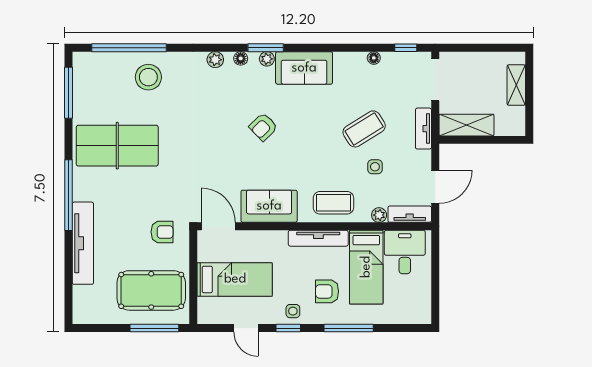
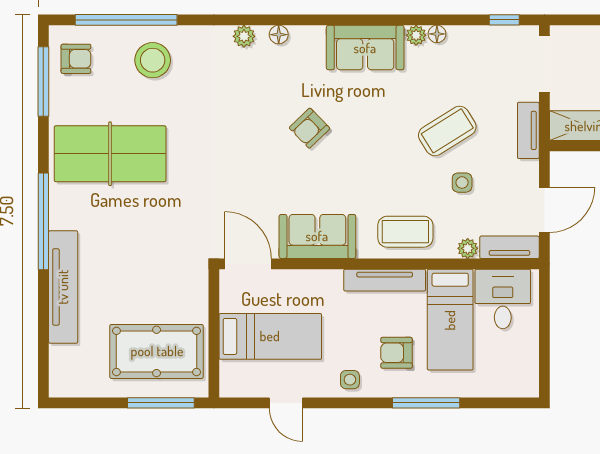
window: (266, 48) -> (313, 20), removed
floor lamp: (374, 58) -> (437, 34), moved
plant: (267, 59) -> (416, 35), moved
armchair: (162, 232) -> (76, 59), moved
window: (288, 328) -> (344, 403), removed

